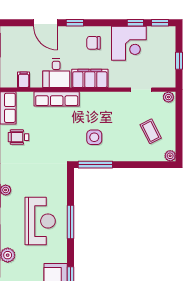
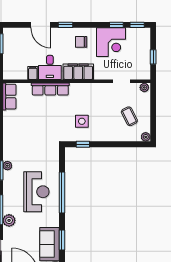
filing cabinet: (24, 80) -> (33, 73), moved
wheelchair: (18, 137) -> (18, 121), removed
window: (95, 165) -> (83, 144), width x0.46
window: (71, 222) -> (62, 193), width x1.46

